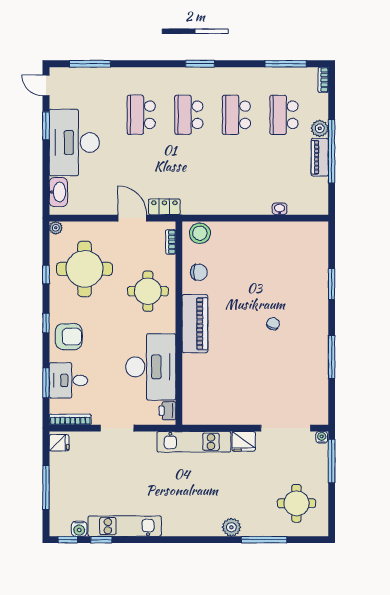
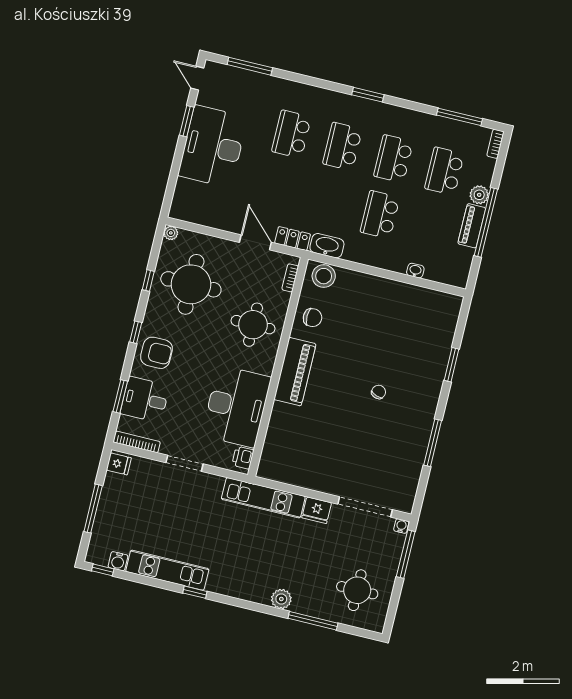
school desk: (236, 167) -> (380, 215), added
washbasin: (58, 192) -> (327, 246), moved, turned -90
window: (101, 540) -> (195, 592), moved

